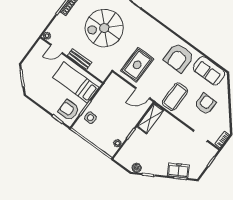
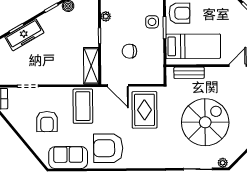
armchair: (179, 58) -> (108, 148), turned -90
bench: (80, 59) -> (189, 73), moved
door: (143, 93) -> (118, 85), swing flipped
chair: (119, 110) -> (129, 51), added
freezer: (178, 170) -> (24, 35), width x1.40

